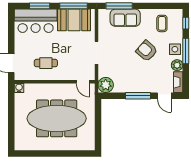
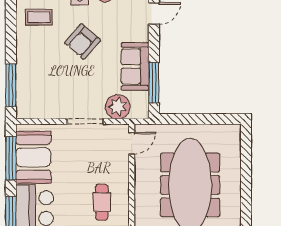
sofa: (125, 18) -> (135, 66), moved, turned 180
plant: (106, 85) -> (118, 107), moved
window: (138, 96) -> (154, 83), moved

